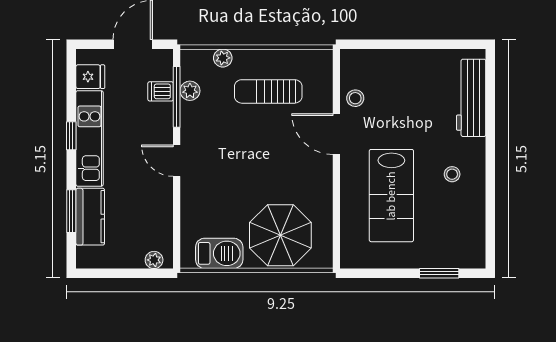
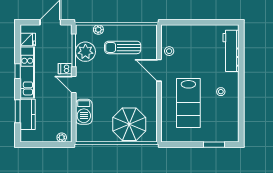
dishwasher: (161, 91) -> (65, 69), moved
plant: (190, 91) -> (85, 52), width x1.88, depth x1.88
barbecue: (219, 253) -> (84, 112), moved, turned 90

